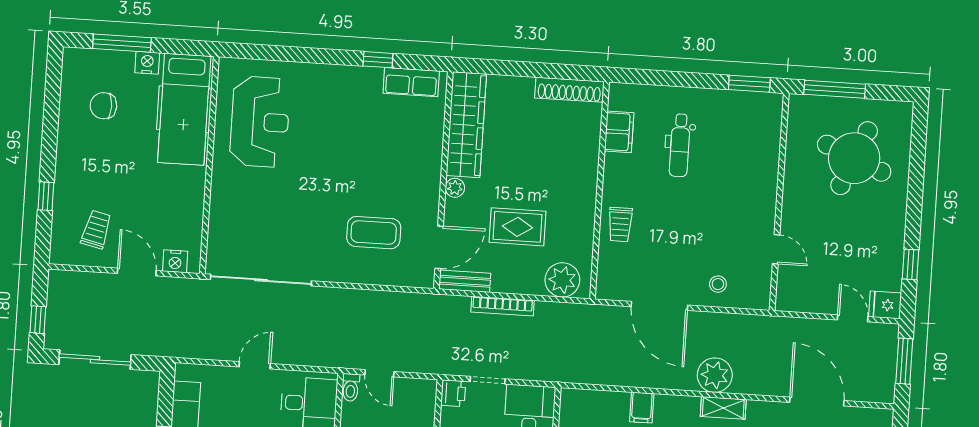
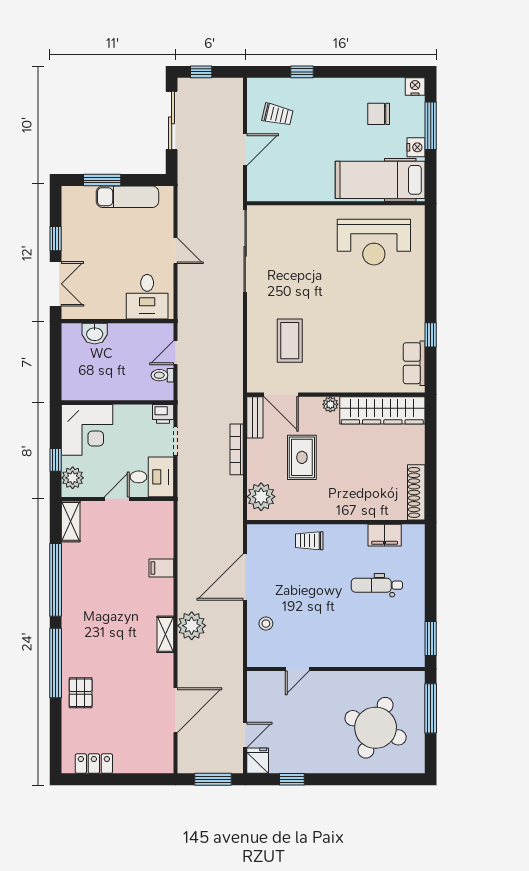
chair: (103, 106) -> (379, 114), turned -90
nightstand: (175, 261) -> (415, 87), moved, turned 90
toilet: (351, 387) -> (162, 375), moved

